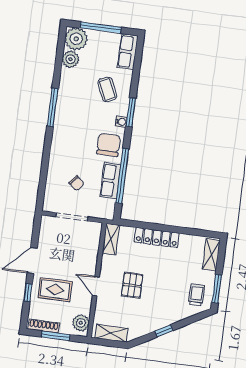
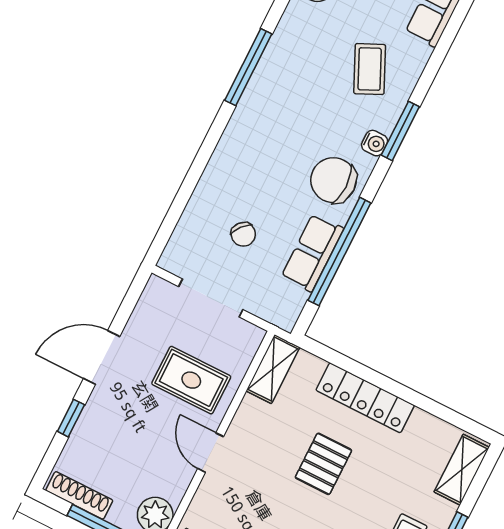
chair: (109, 145) -> (333, 180), turned -90
pallet: (132, 285) -> (323, 464), moved
rug: (55, 290) -> (191, 380), moved

